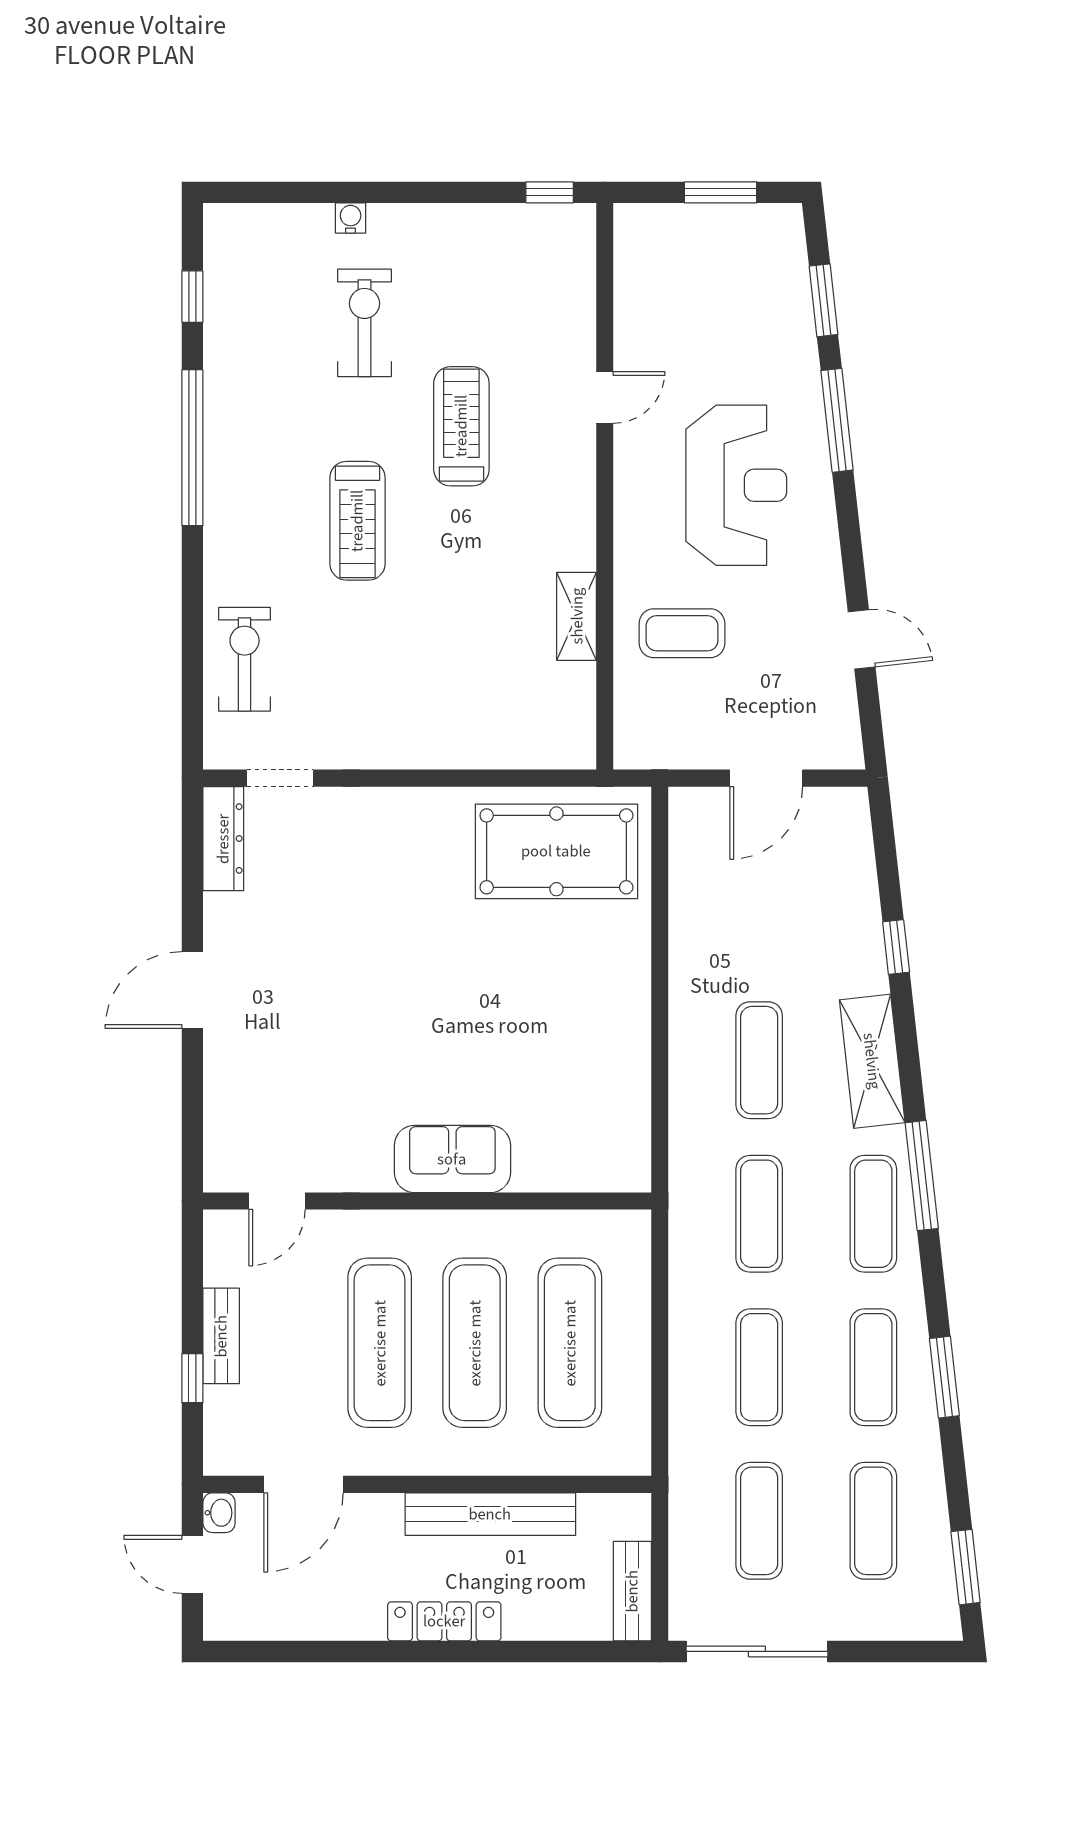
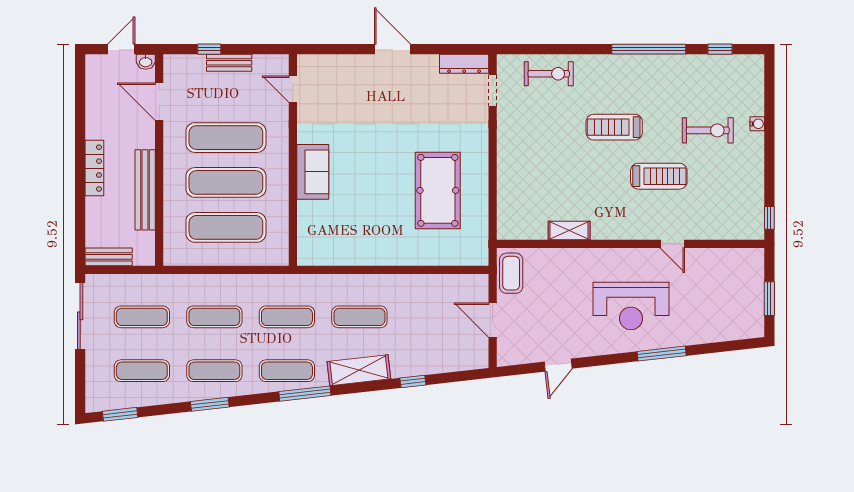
window: (824, 300) -> (718, 347), removed
coffee table: (682, 633) -> (511, 273), moved
pool table: (556, 851) -> (438, 190), moved

